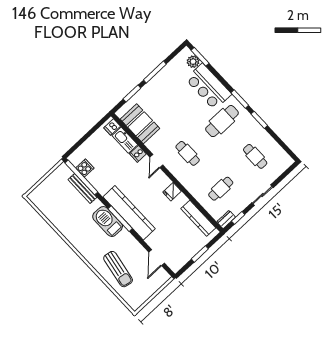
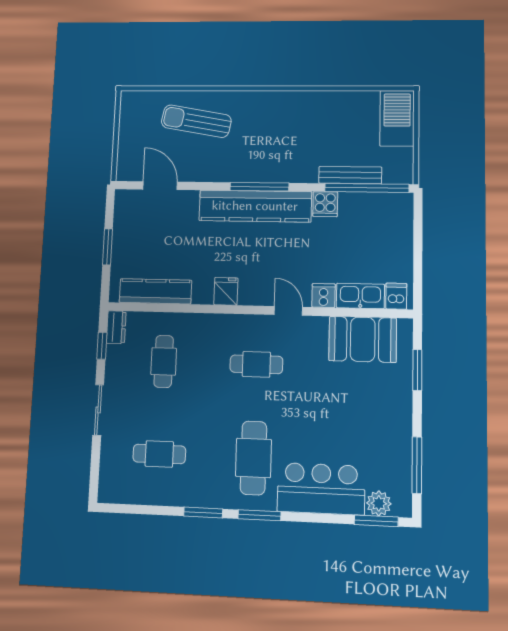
window: (155, 72) -> (417, 465), moved
cooker: (85, 168) -> (325, 204), moved
barbecue: (108, 222) -> (397, 118), moved, turned -90

